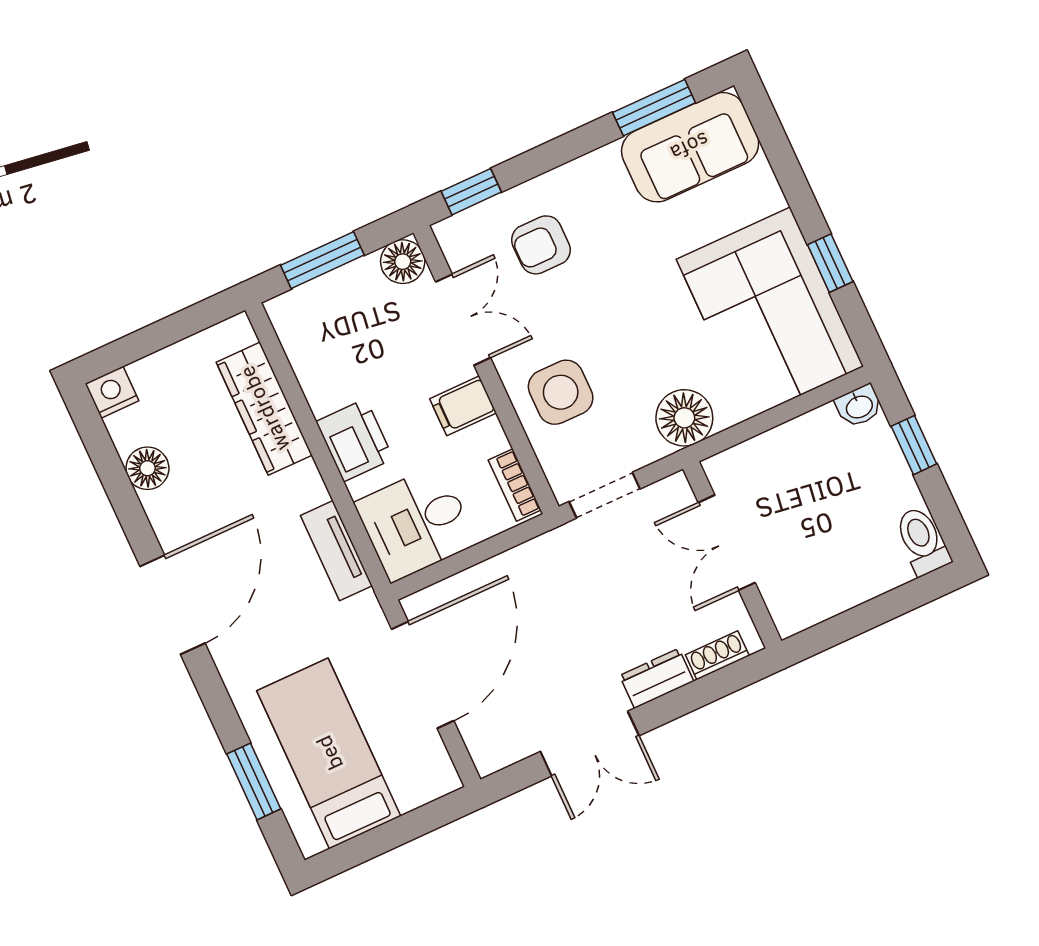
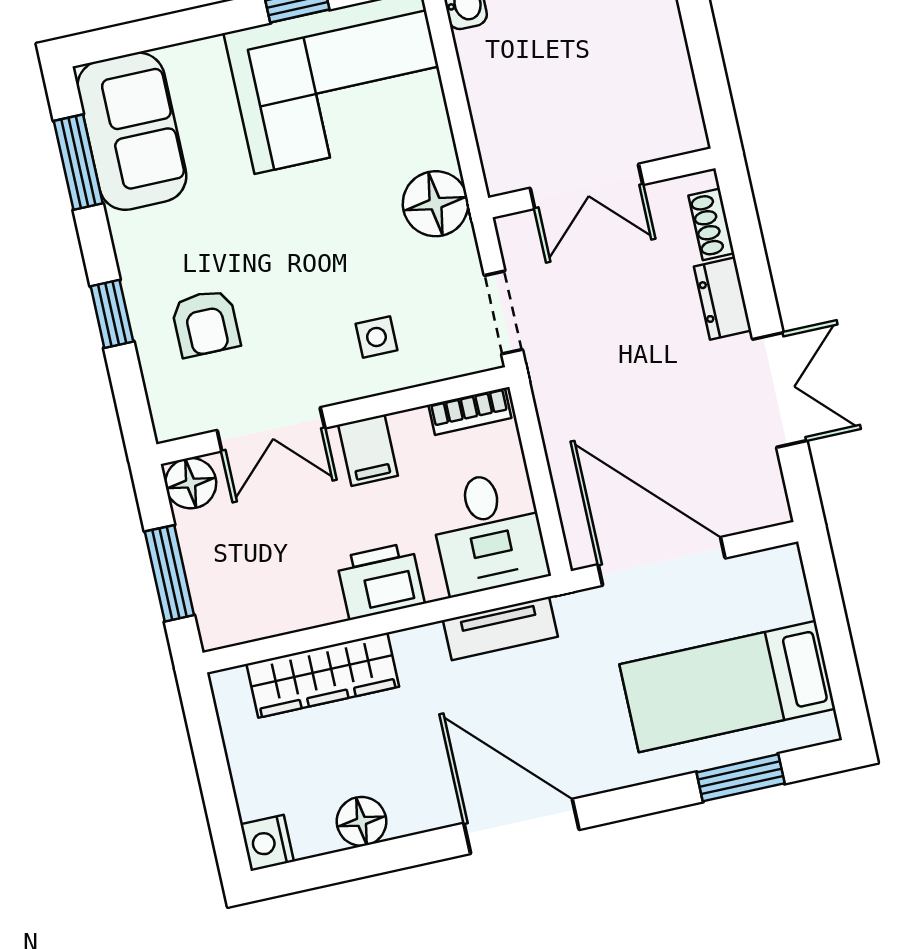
window: (471, 192) -> (112, 314), moved
double door: (463, 320) -> (271, 429), swing flipped
side table: (561, 392) -> (376, 337), width x0.54, depth x0.54

